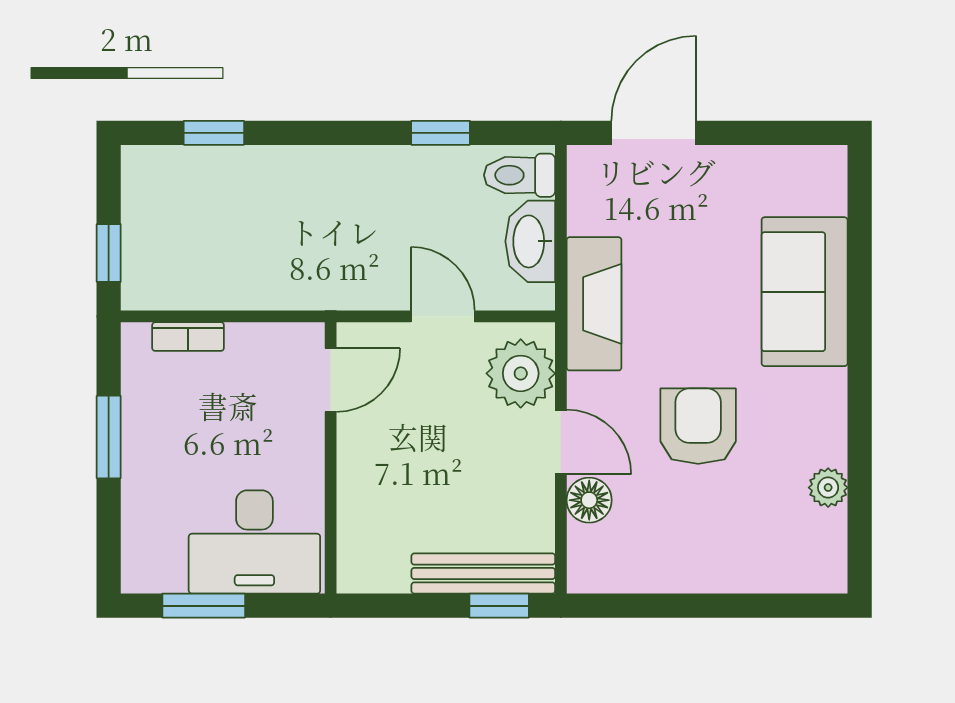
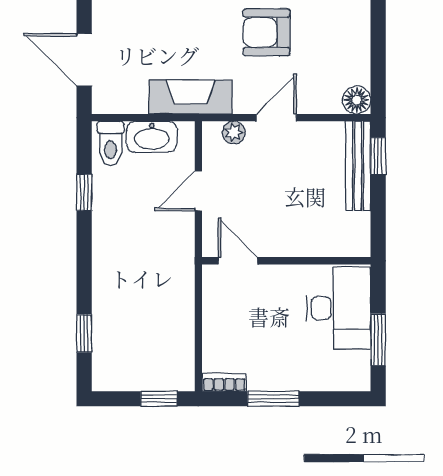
bookcase: (188, 337) -> (224, 382), moved, turned -90
plant: (521, 373) -> (234, 133), width x0.53, depth x0.53
floor lamp: (589, 500) -> (357, 100), moved

